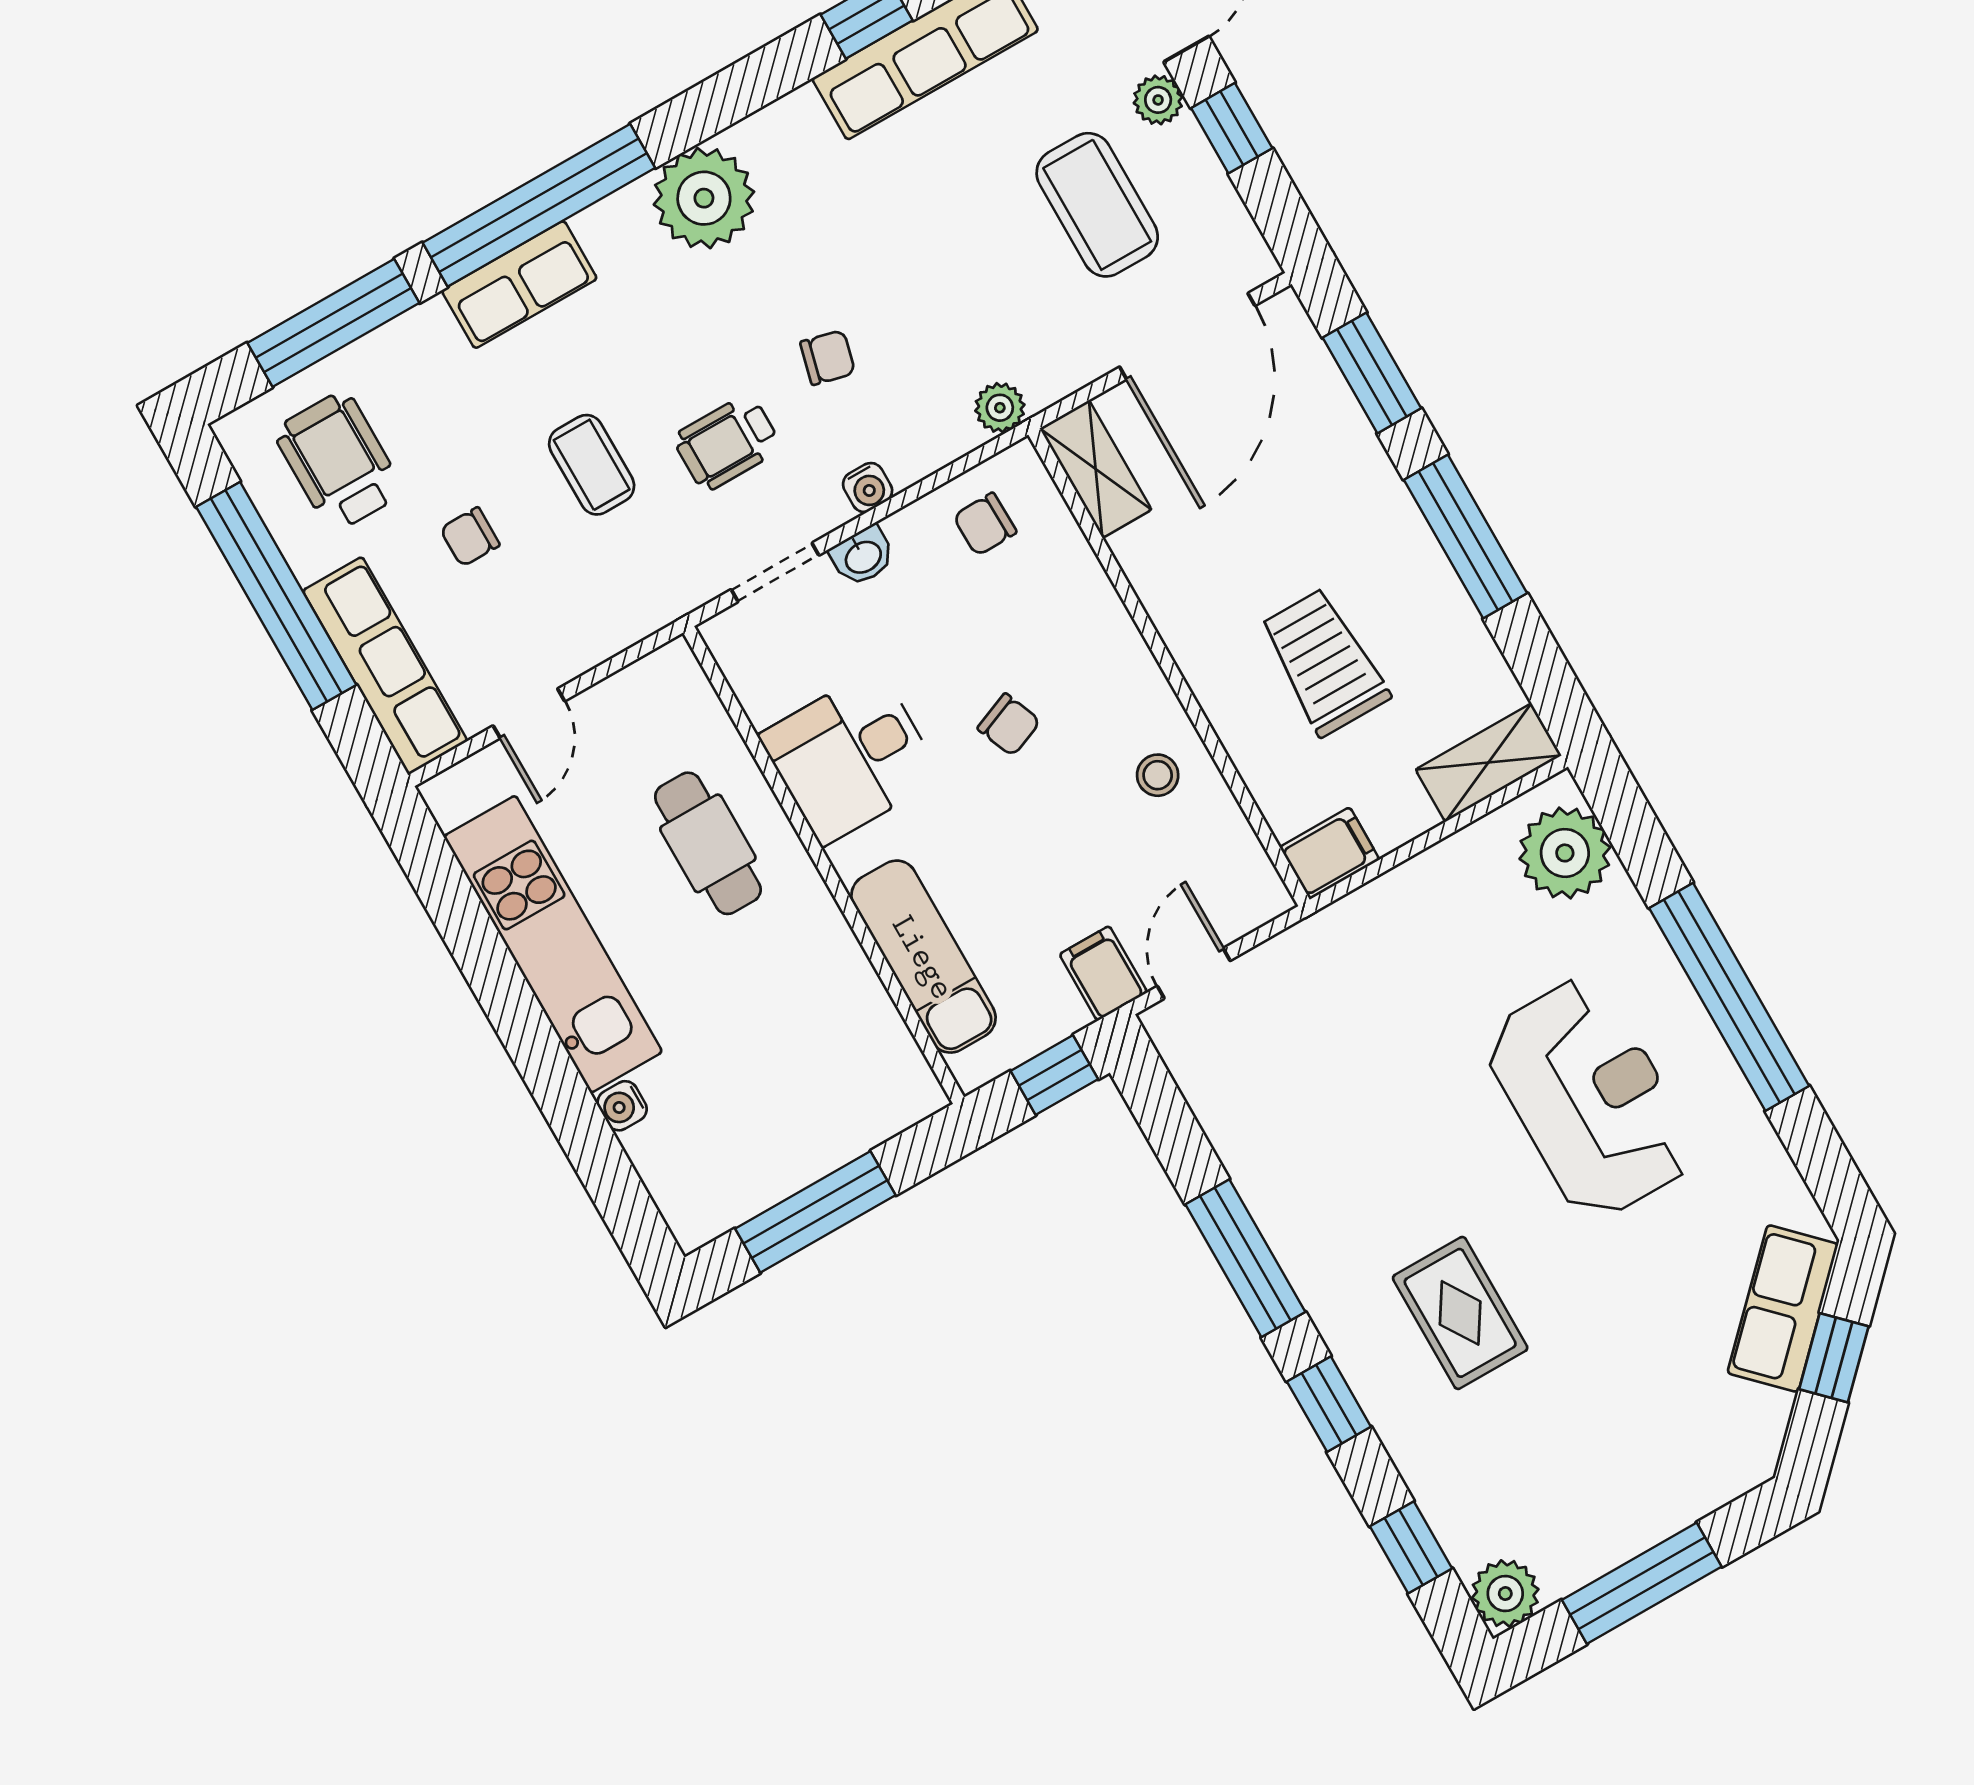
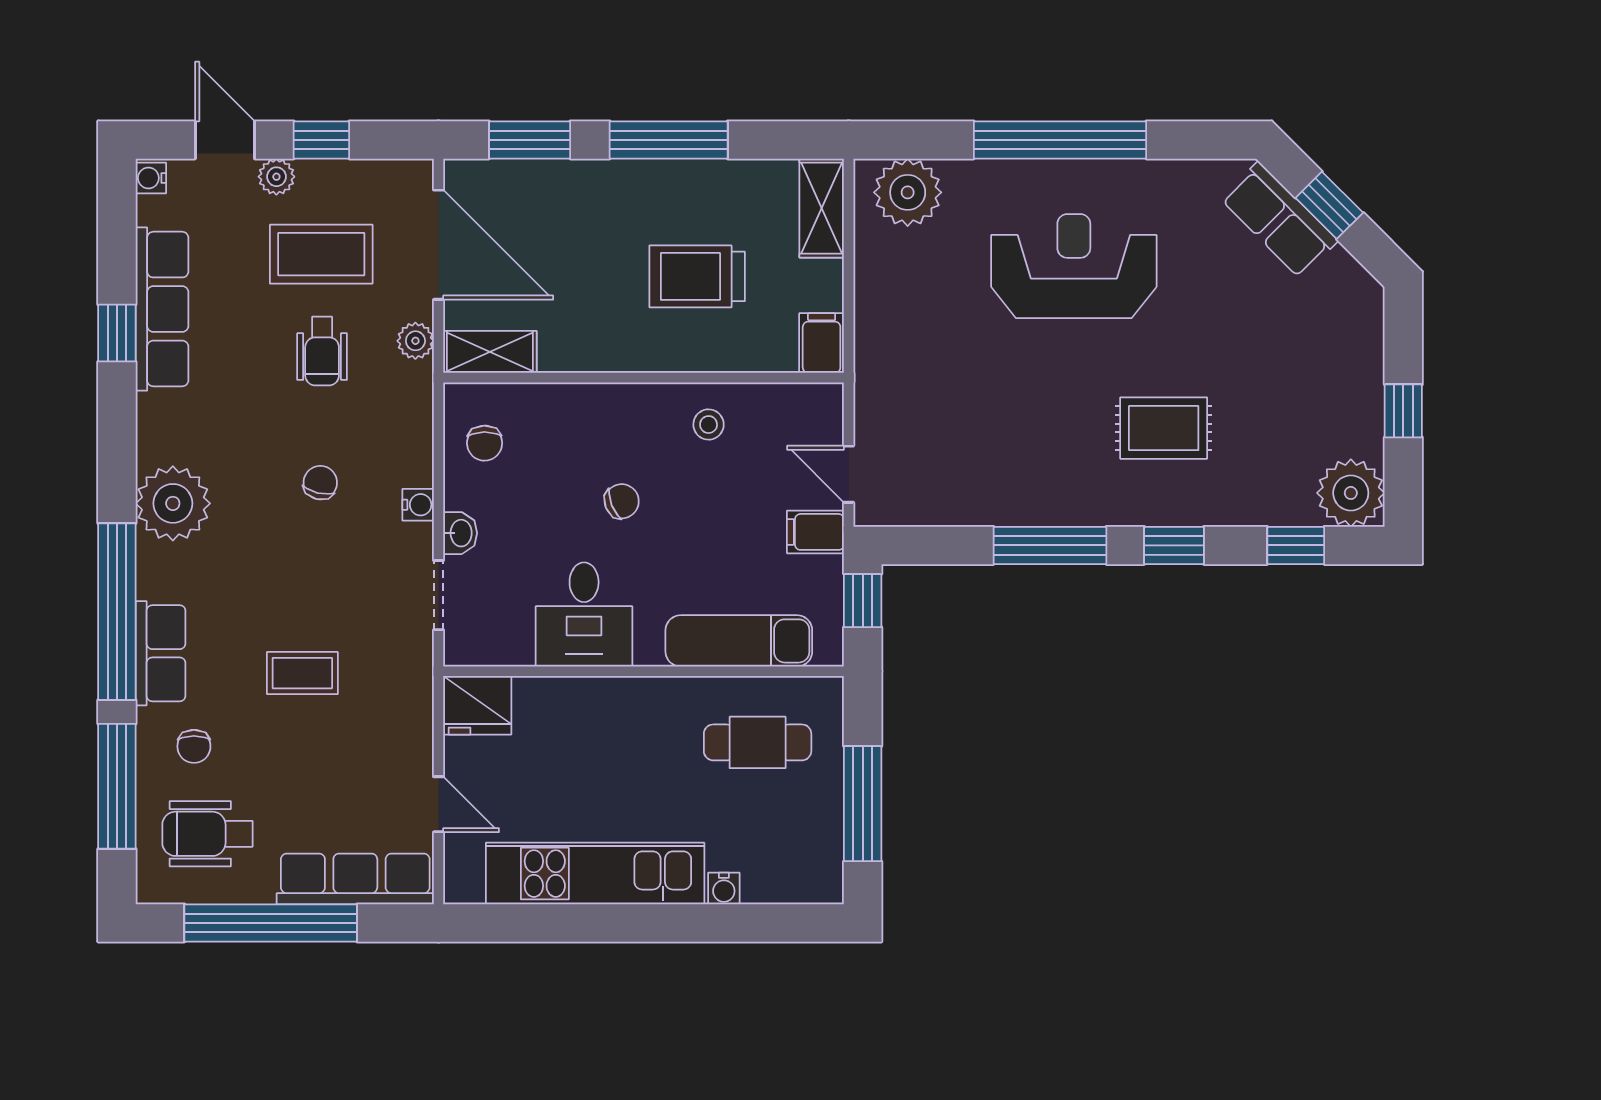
plant: (1000, 408) -> (415, 341), moved
wheelchair: (727, 443) -> (322, 351), moved
chair: (470, 537) -> (194, 746), moved
fridge: (672, 692) -> (477, 705), added
cafe table: (708, 843) -> (758, 742), moved
window: (1642, 1583) -> (1403, 411), width x0.46
plant: (1505, 1594) -> (1351, 493), width x1.36, depth x1.36

